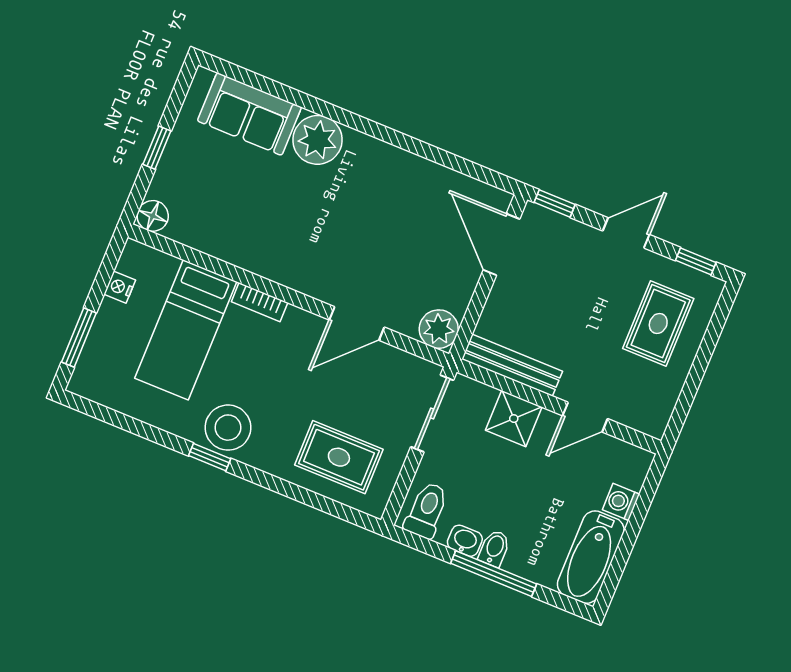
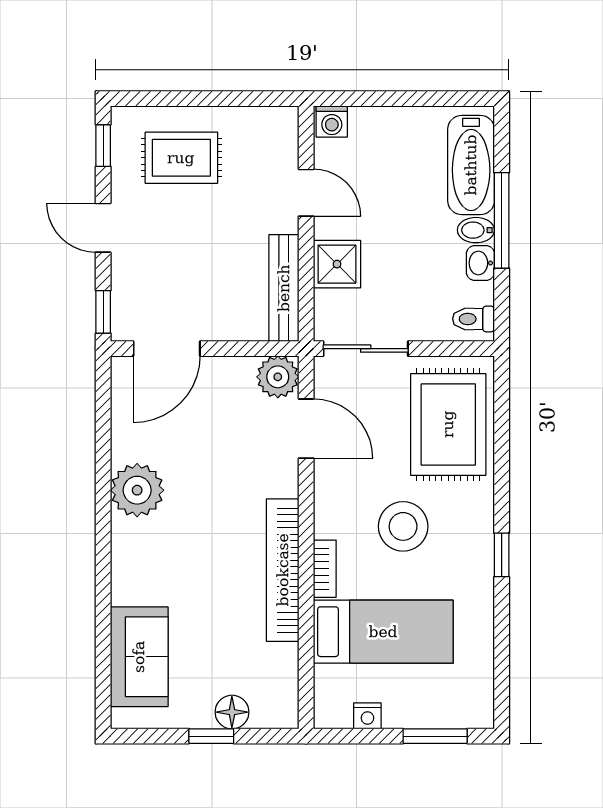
plant: (318, 140) -> (137, 490), moved
floor lamp: (153, 216) -> (232, 712), moved
bookcase: (273, 266) -> (283, 570), added
door: (357, 323) -> (306, 429), moved
stool: (228, 428) -> (403, 526), moved
rug: (339, 457) -> (448, 424), width x1.36, depth x1.43
washing machine: (621, 502) -> (332, 121), moved
toilet: (427, 510) -> (474, 319), width x0.73, depth x0.72
bathtub: (591, 557) -> (471, 165), moved, turned 90

